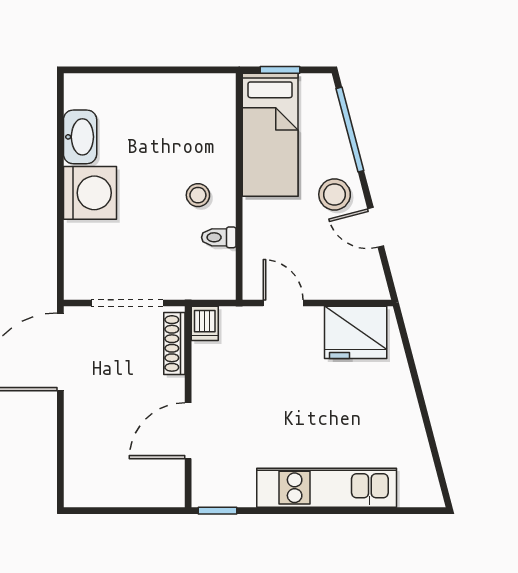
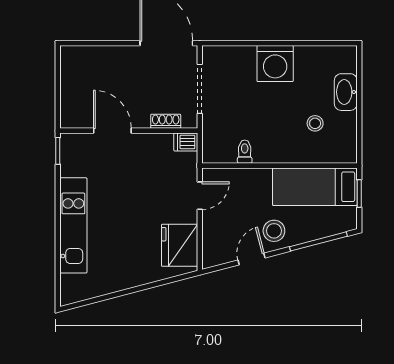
washbasin: (80, 137) -> (346, 92), moved, turned 90
stool: (198, 195) -> (315, 123), moved
shoe rack: (174, 343) -> (166, 121), width x0.70

